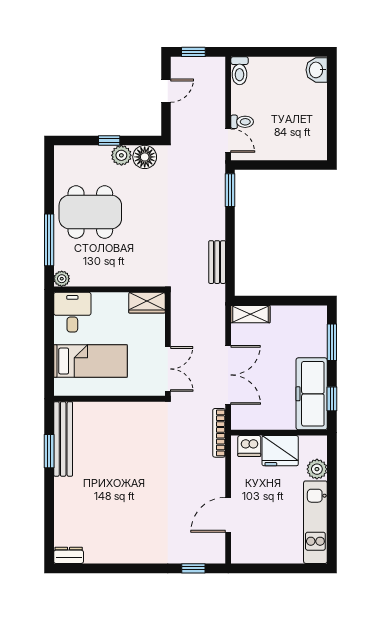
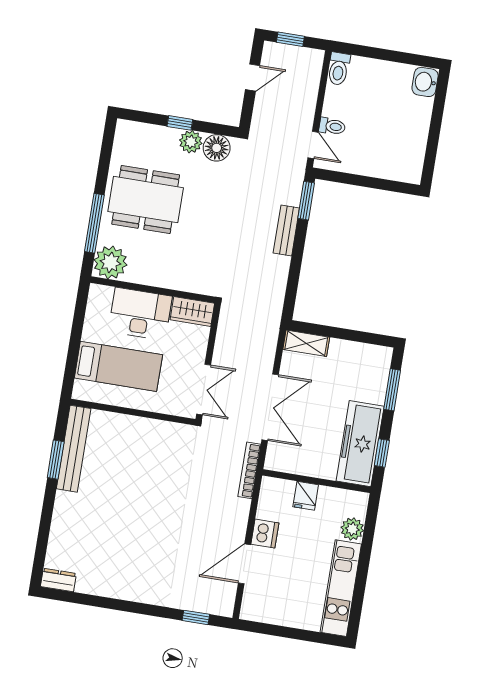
bench: (217, 262) -> (286, 231), moved
plant: (62, 279) -> (110, 262), width x1.88, depth x1.88
desk: (72, 312) -> (140, 314), moved, width x1.37
dishwasher: (249, 446) -> (265, 534), moved, turned -90
fridge: (280, 451) -> (306, 496), width x0.53, depth x0.75

